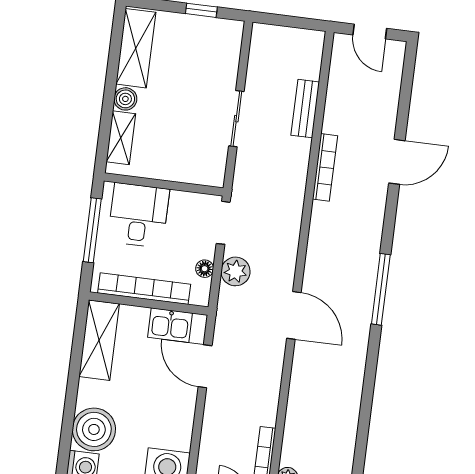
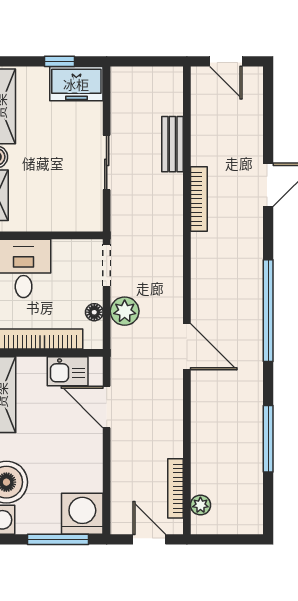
freezer: (216, 35) -> (76, 84), added
window: (381, 289) -> (268, 311), width x1.46
window: (364, 419) -> (268, 439), added

